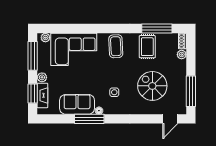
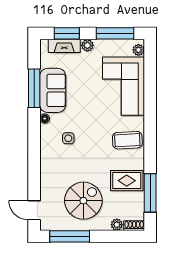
spiral stairs: (152, 86) -> (83, 201), moved
window: (89, 119) -> (34, 88), moved

